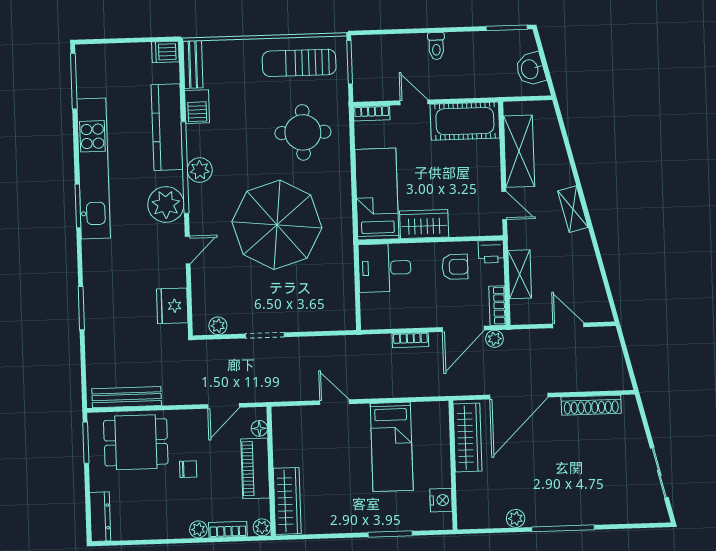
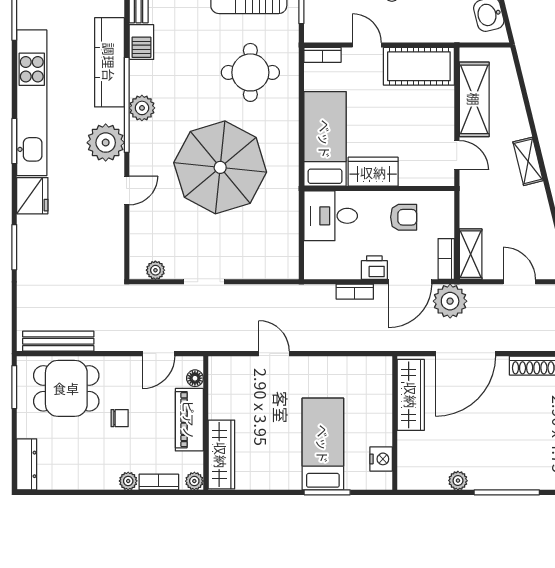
printer: (491, 252) -> (374, 268), moved, turned 180
shelving: (520, 274) -> (471, 254), moved
fridge: (172, 306) -> (32, 196), moved, turned 180
plant: (494, 339) -> (450, 301), width x1.88, depth x1.88
bed: (392, 447) -> (323, 444), moved, turned 180

